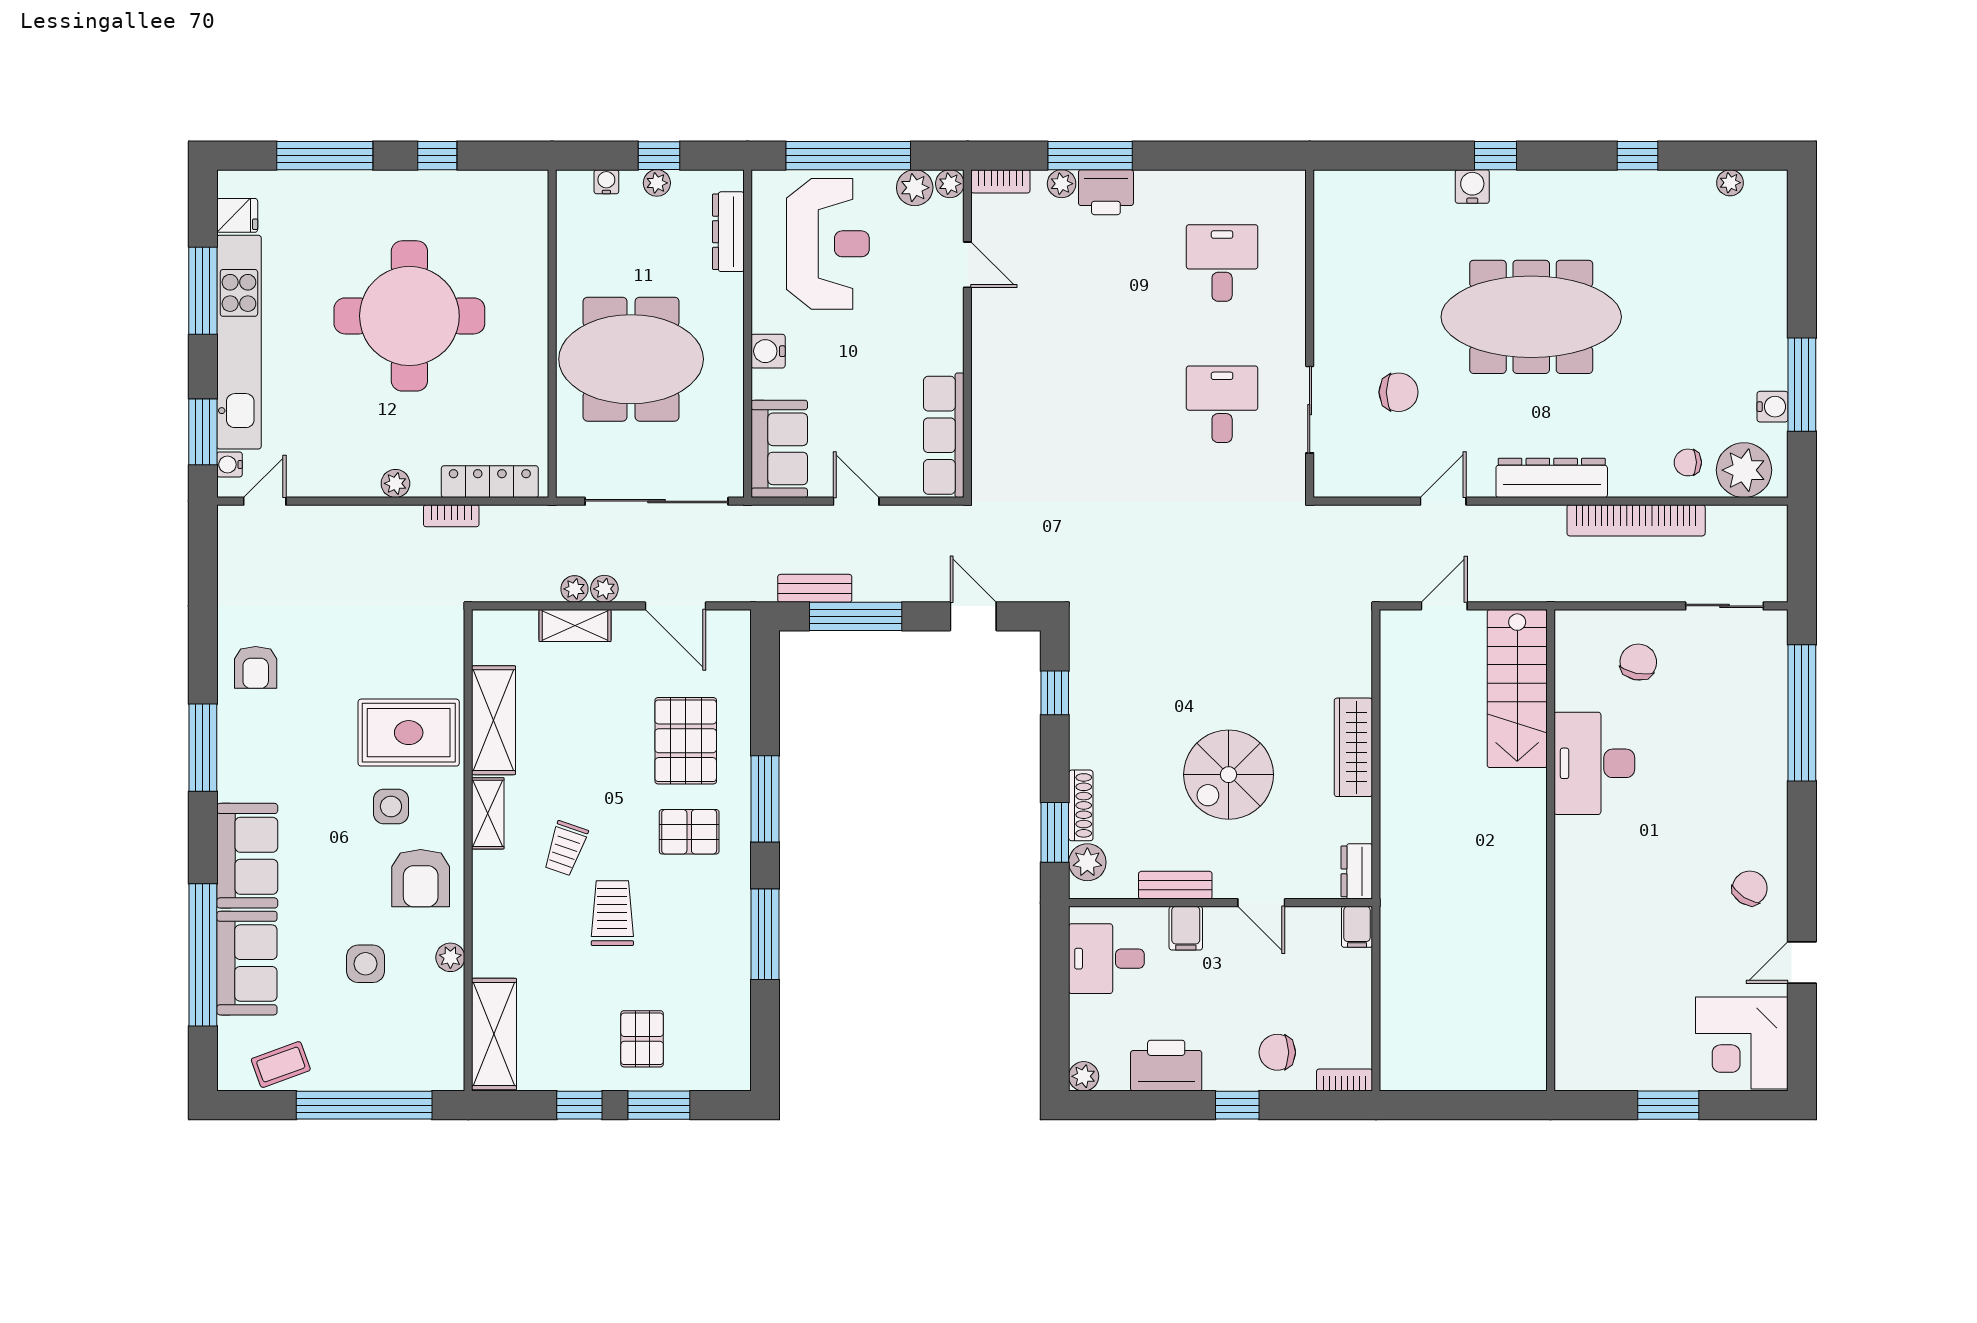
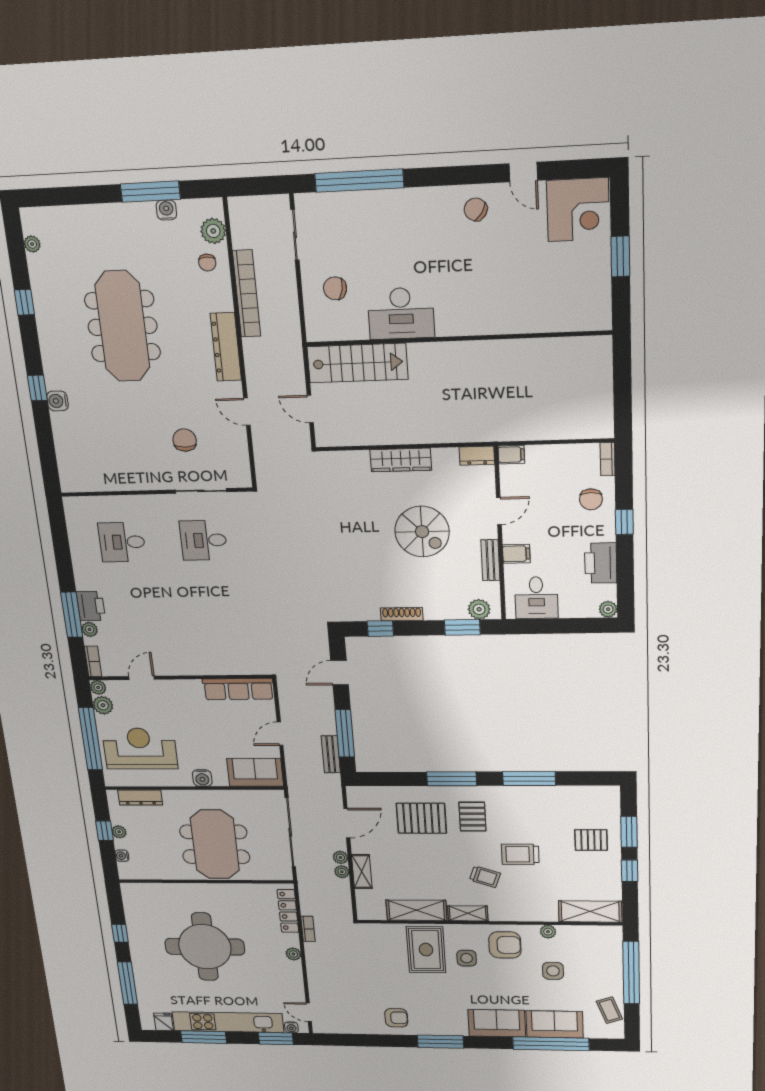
meeting table: (1531, 317) -> (123, 326), moved
plant: (1744, 470) -> (213, 231), width x0.73, depth x0.73
shoe rack: (1081, 805) -> (402, 614), moved

